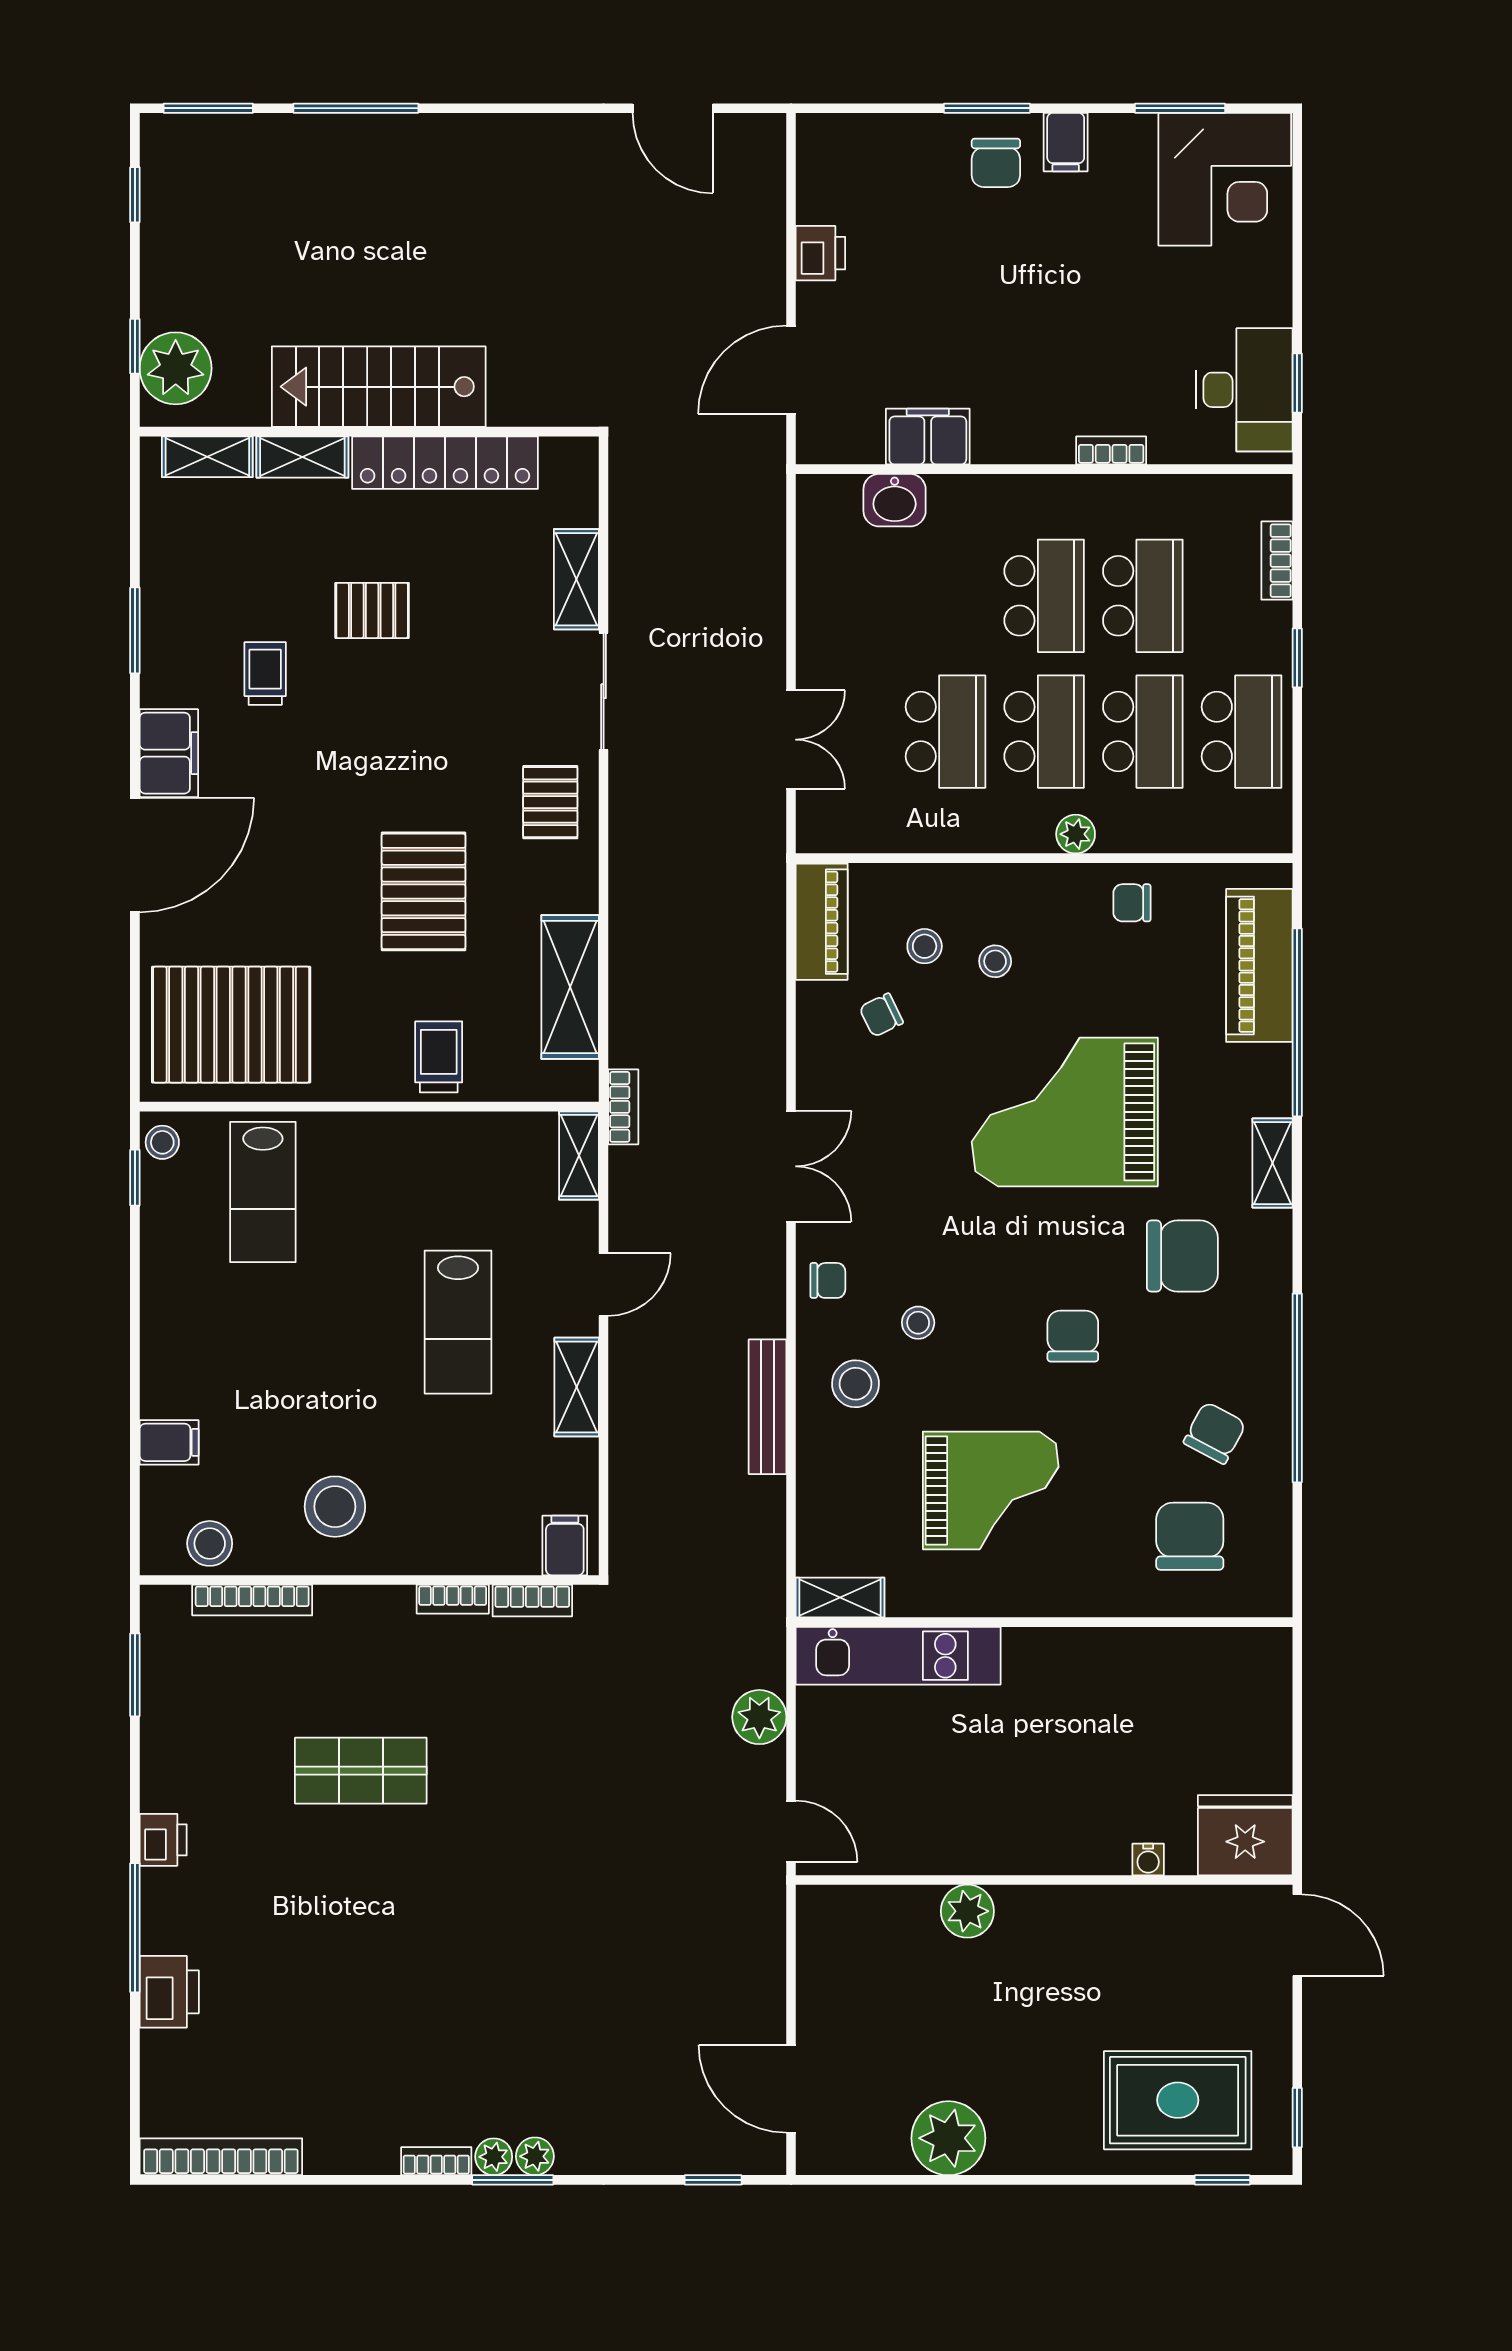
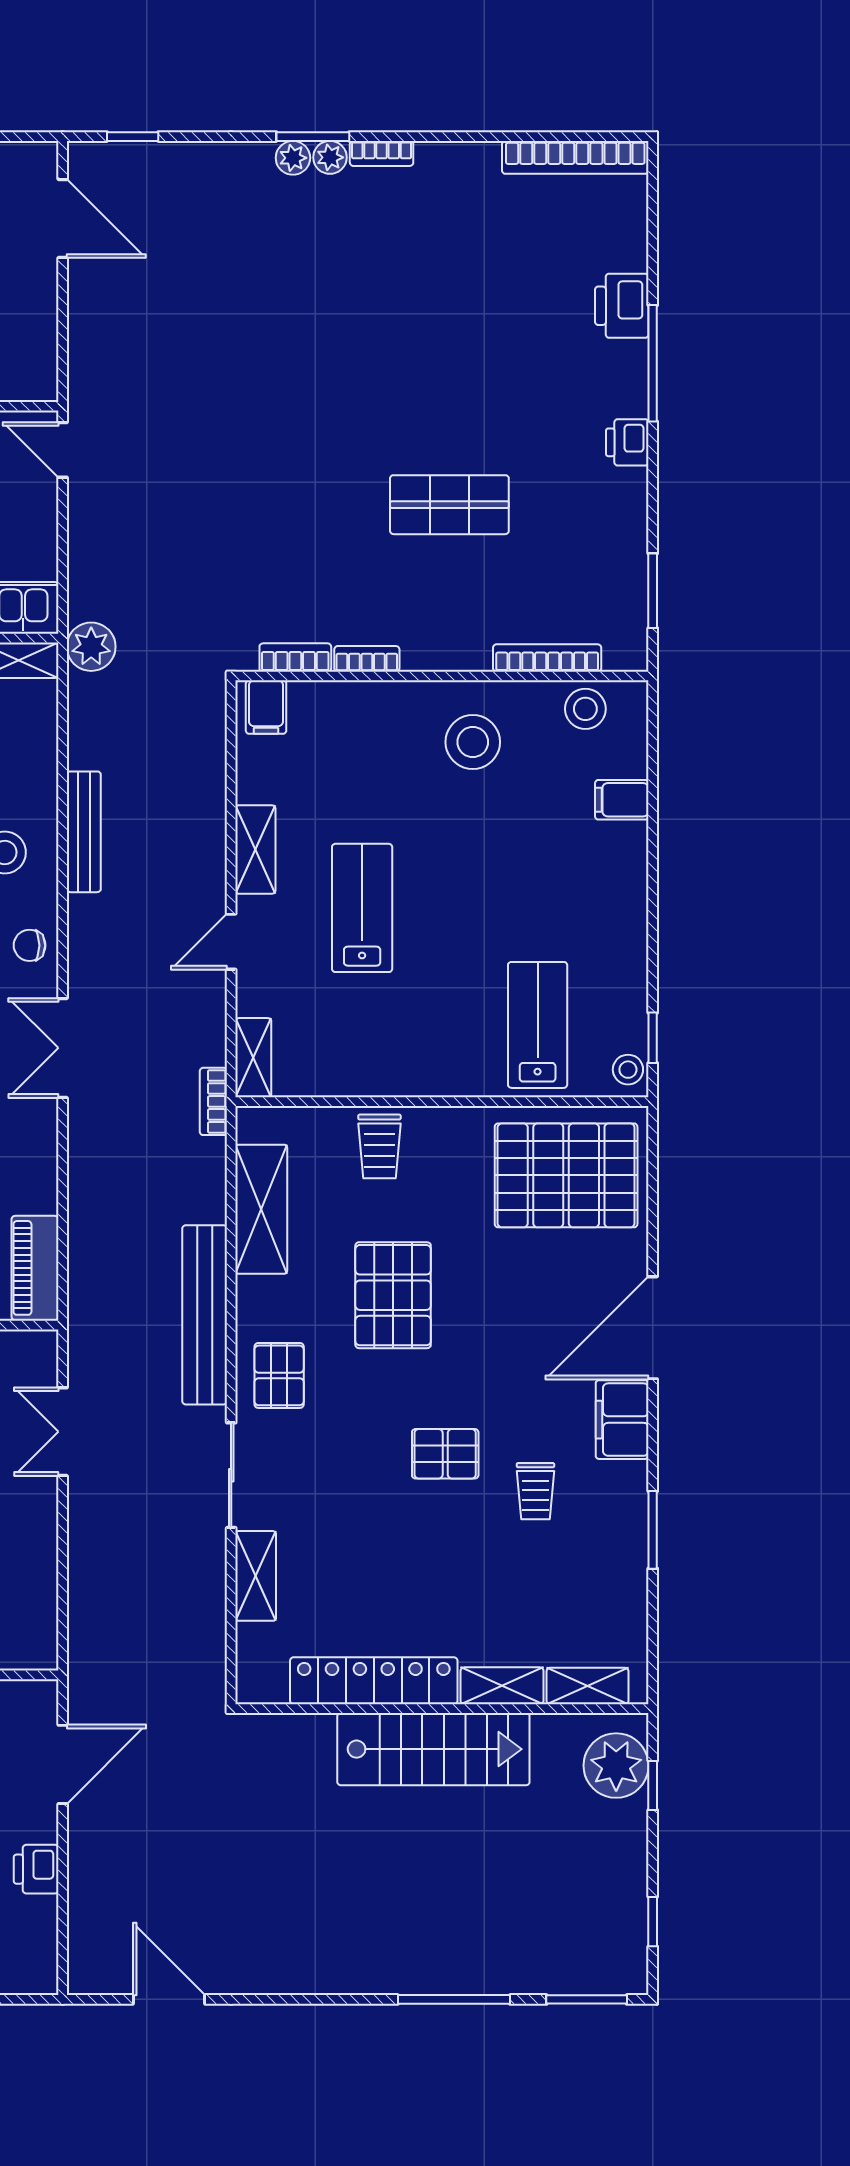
pallet: (372, 610) -> (445, 1454), moved
bench: (633, 870) -> (205, 1315), added
plant: (759, 1717) -> (91, 647), moved

